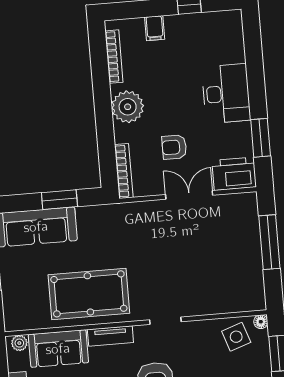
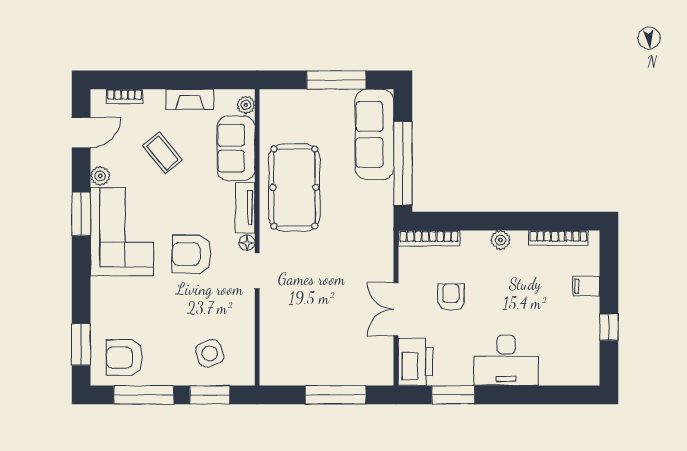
plant: (128, 107) -> (501, 240), width x0.53, depth x0.53
double door: (189, 195) -> (396, 309), swing flipped
window: (59, 200) -> (403, 163), width x2.11
floor lamp: (261, 322) -> (247, 243), moved
side table: (236, 337) -> (210, 353), moved

